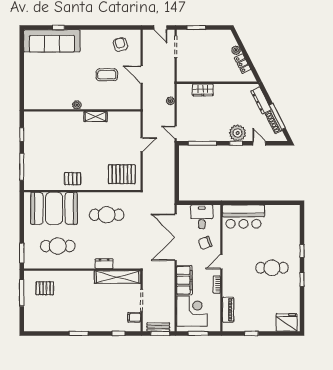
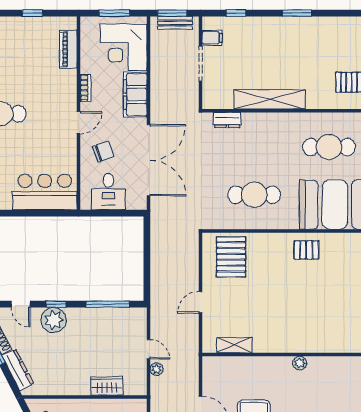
shelving: (96, 117) -> (234, 345), moved
door: (176, 132) -> (148, 349), moved
pallet: (122, 174) -> (231, 257), turned 90
dresser: (104, 264) -> (227, 120), moved
shelving: (117, 277) -> (269, 99), moved

